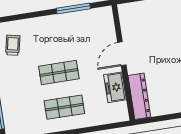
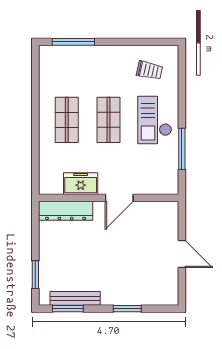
checkout: (53, 35) -> (155, 120), added
door: (122, 54) -> (119, 198), swing flipped

